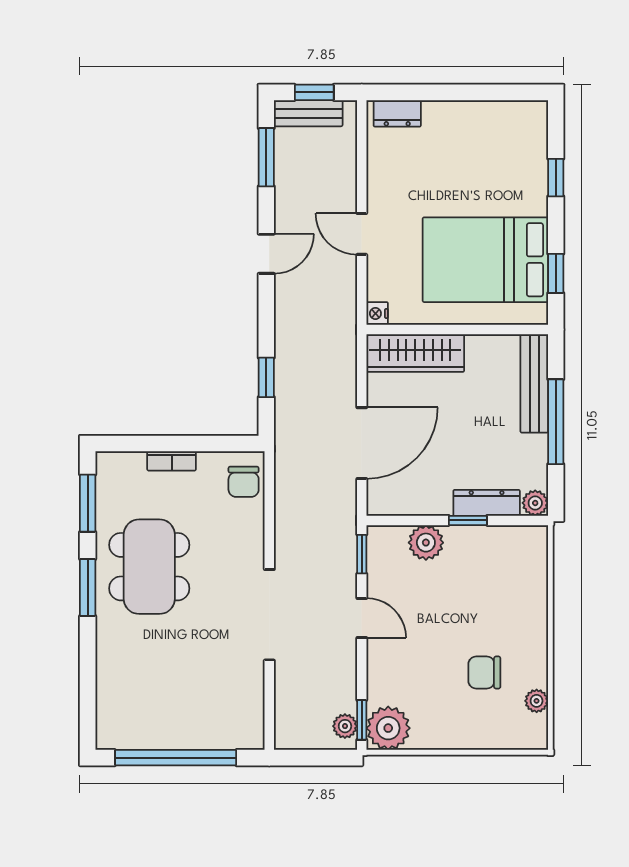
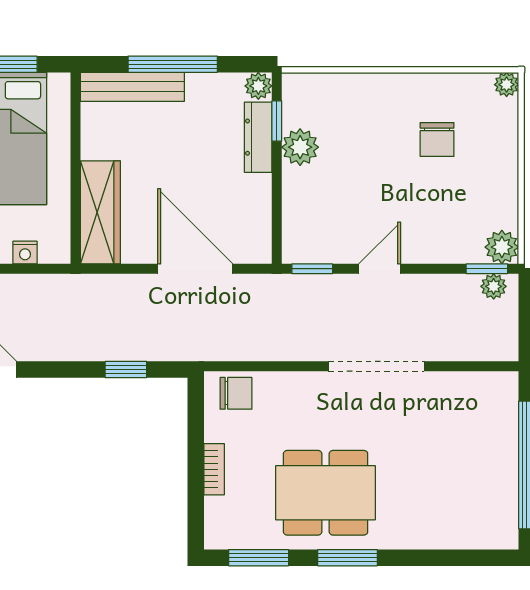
nightstand: (377, 313) -> (25, 253), moved
window: (468, 520) -> (277, 121), moved
plant: (426, 543) -> (300, 147), moved
plant: (537, 701) -> (507, 85), moved
plant: (388, 728) -> (502, 247), width x0.73, depth x0.73

